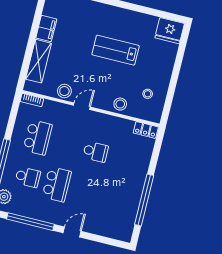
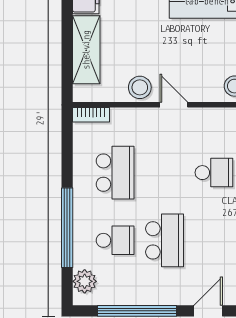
door: (82, 106) -> (174, 105), hinge flipped

